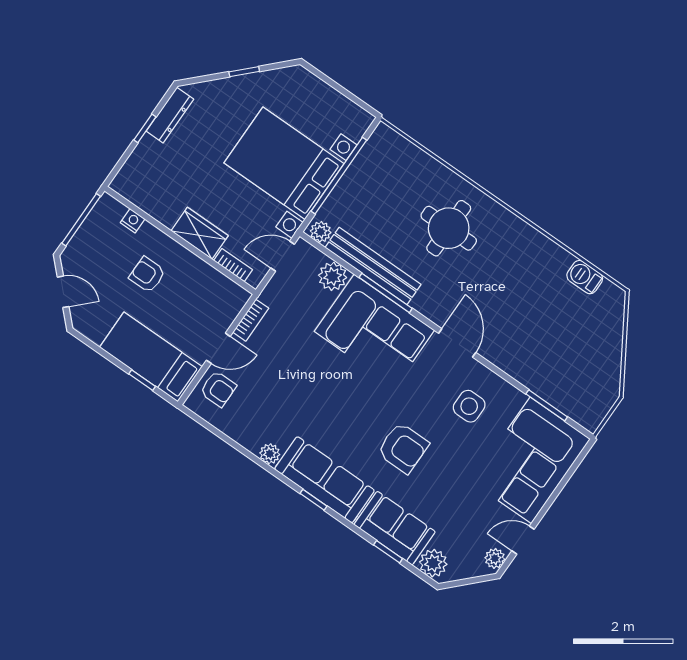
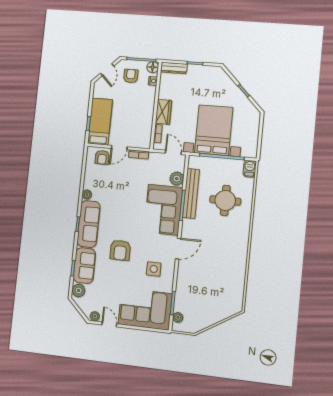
dresser: (170, 115) -> (174, 68), moved
floor lamp: (107, 207) -> (153, 67), added
round table: (449, 228) -> (225, 200), moved
plant: (321, 232) -> (178, 317), moved
armchair: (147, 275) -> (131, 76), moved
barbecue: (585, 277) -> (250, 169), moved
door: (218, 348) -> (119, 148), hinge flipped

